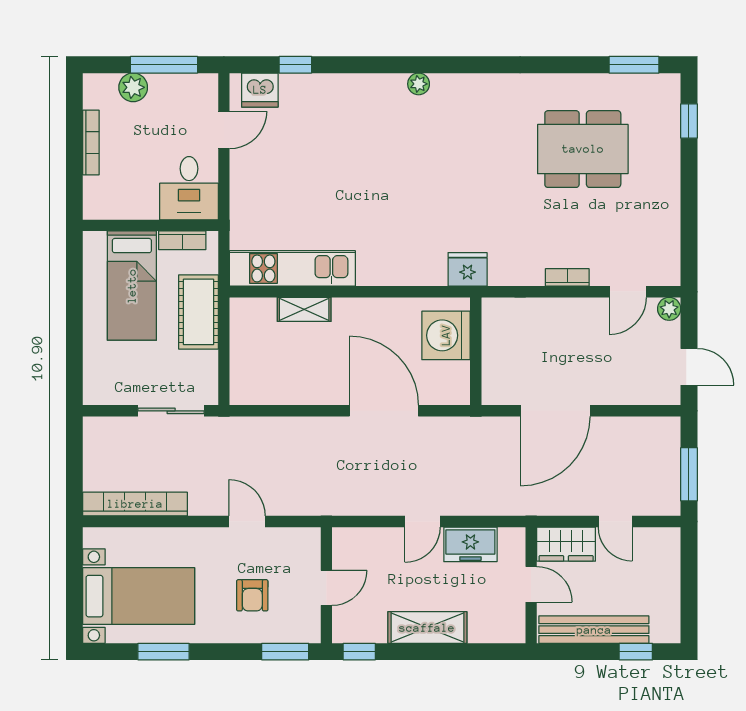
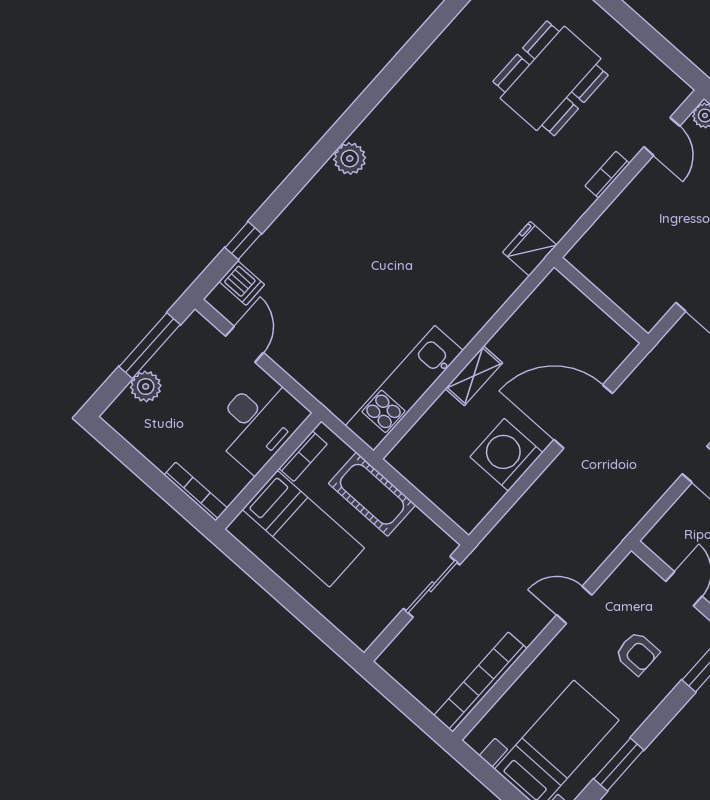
plant: (419, 84) -> (350, 159), width x1.38, depth x1.38
dishwasher: (260, 90) -> (242, 283), width x0.73
bookcase: (91, 142) -> (196, 492), moved
dining table: (583, 149) -> (551, 78), moved
desk: (189, 188) -> (258, 422), width x1.37
shelving: (304, 309) -> (474, 376), moved
washing machine: (446, 335) -> (506, 455), moved, turned 90

